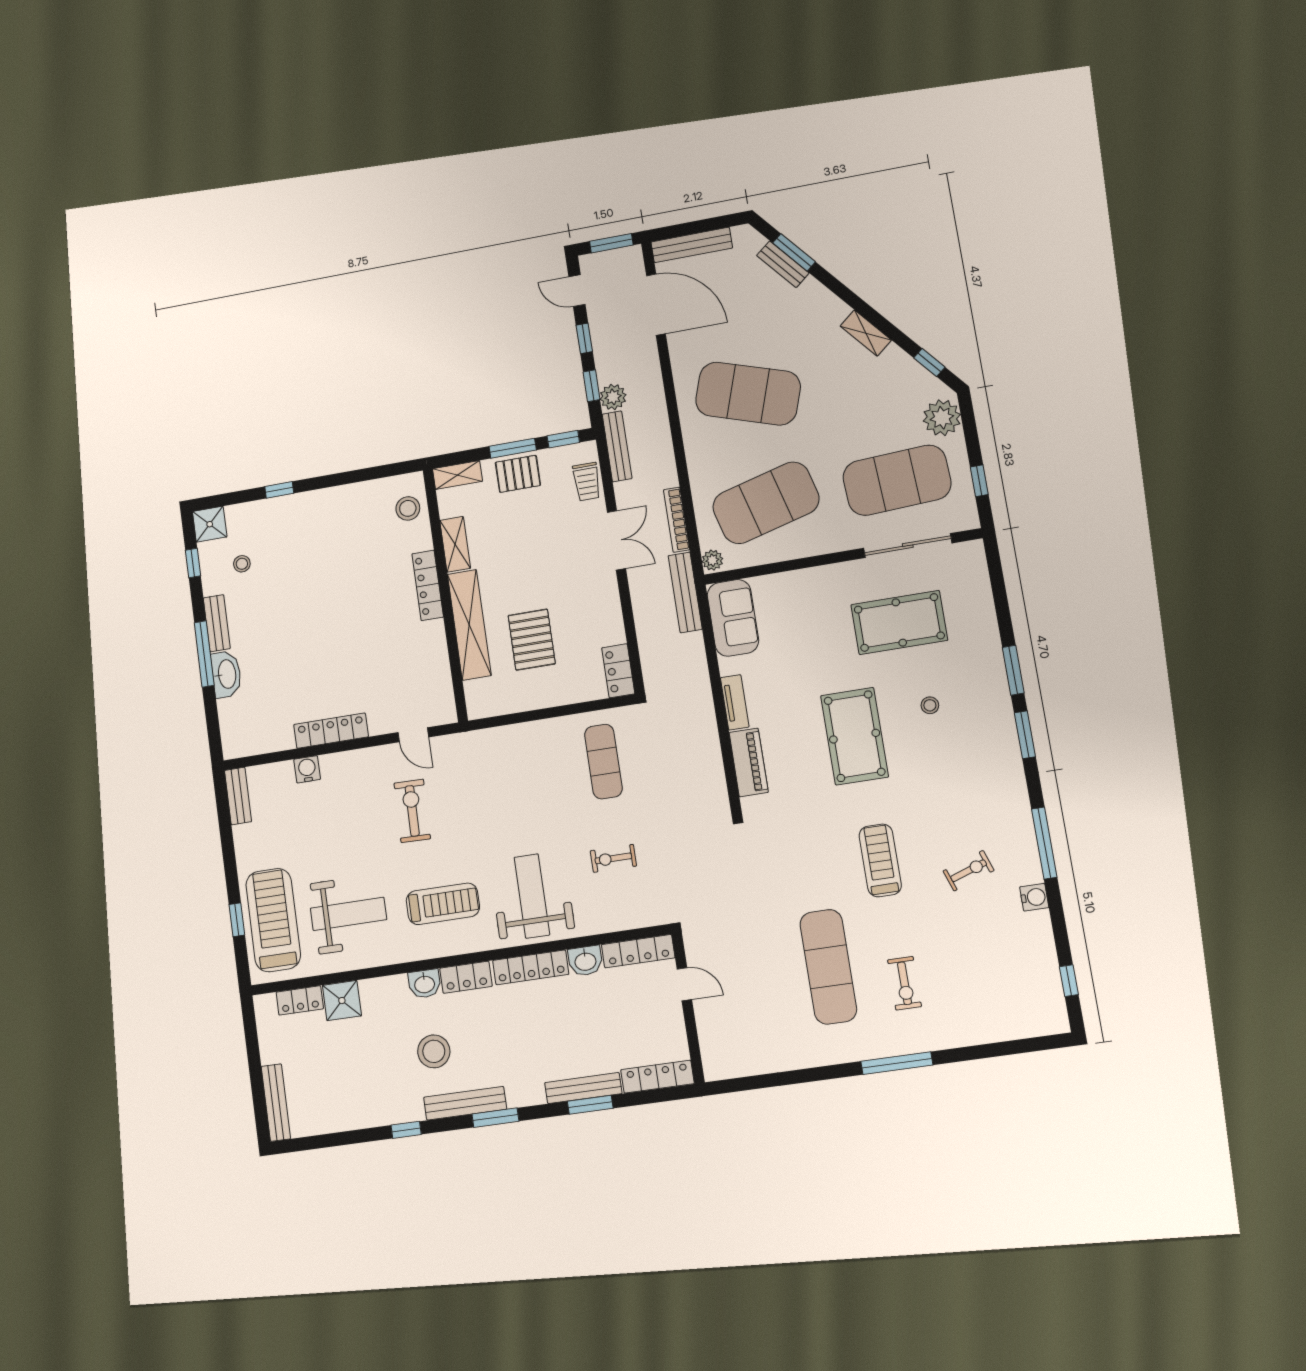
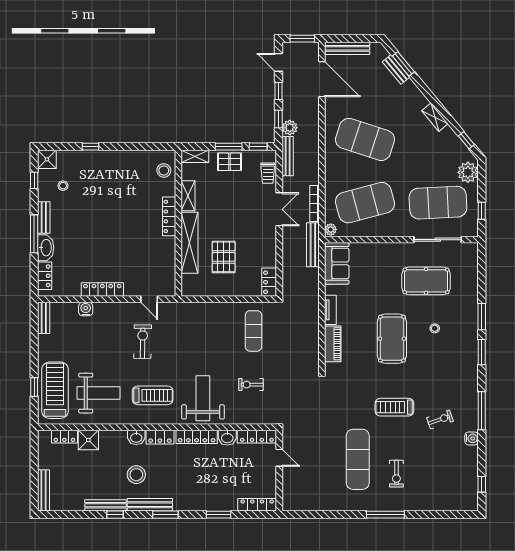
locker: (231, 723) -> (45, 276), added
treadmill: (880, 860) -> (394, 407), turned -90
bench: (583, 1088) -> (105, 505), moved

